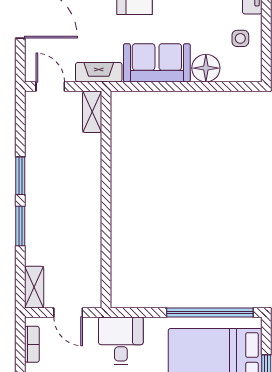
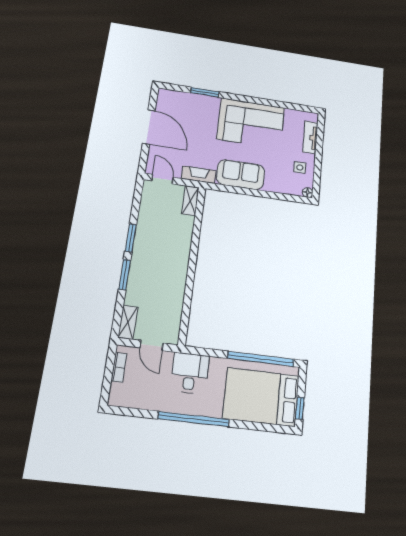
floor lamp: (206, 68) -> (308, 193), moved, width x0.53, depth x0.53

